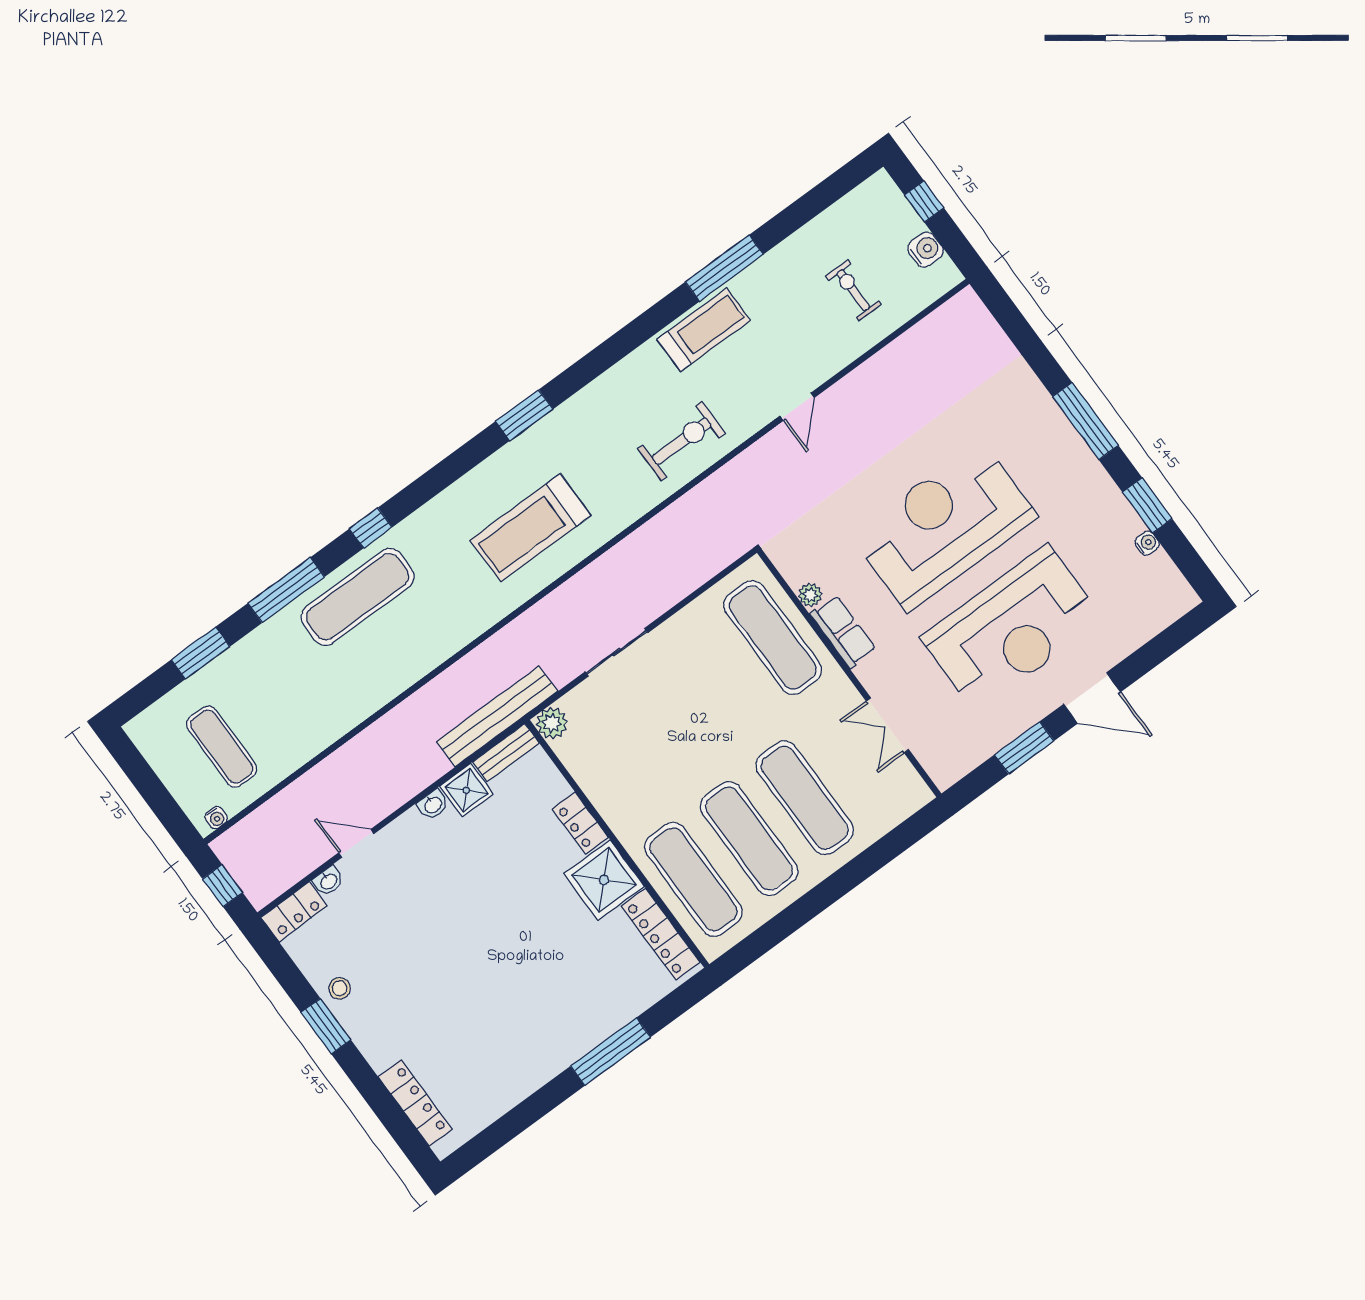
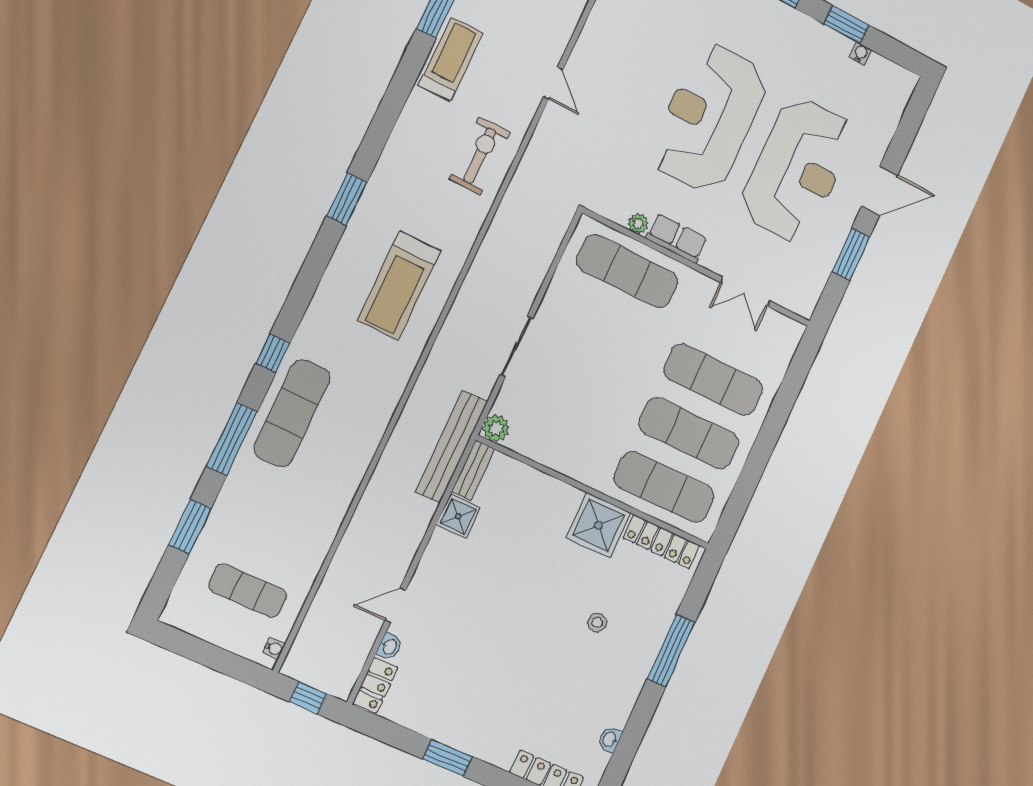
washbasin: (433, 805) -> (610, 739), moved, turned 180
locker: (580, 823) -> (558, 492), removed
stool: (340, 988) -> (597, 622), moved

